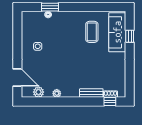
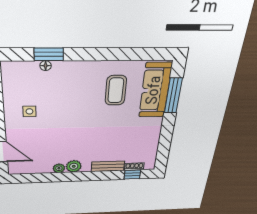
window: (130, 36) -> (173, 96), width x2.17
plant: (39, 92) -> (74, 166), moved

